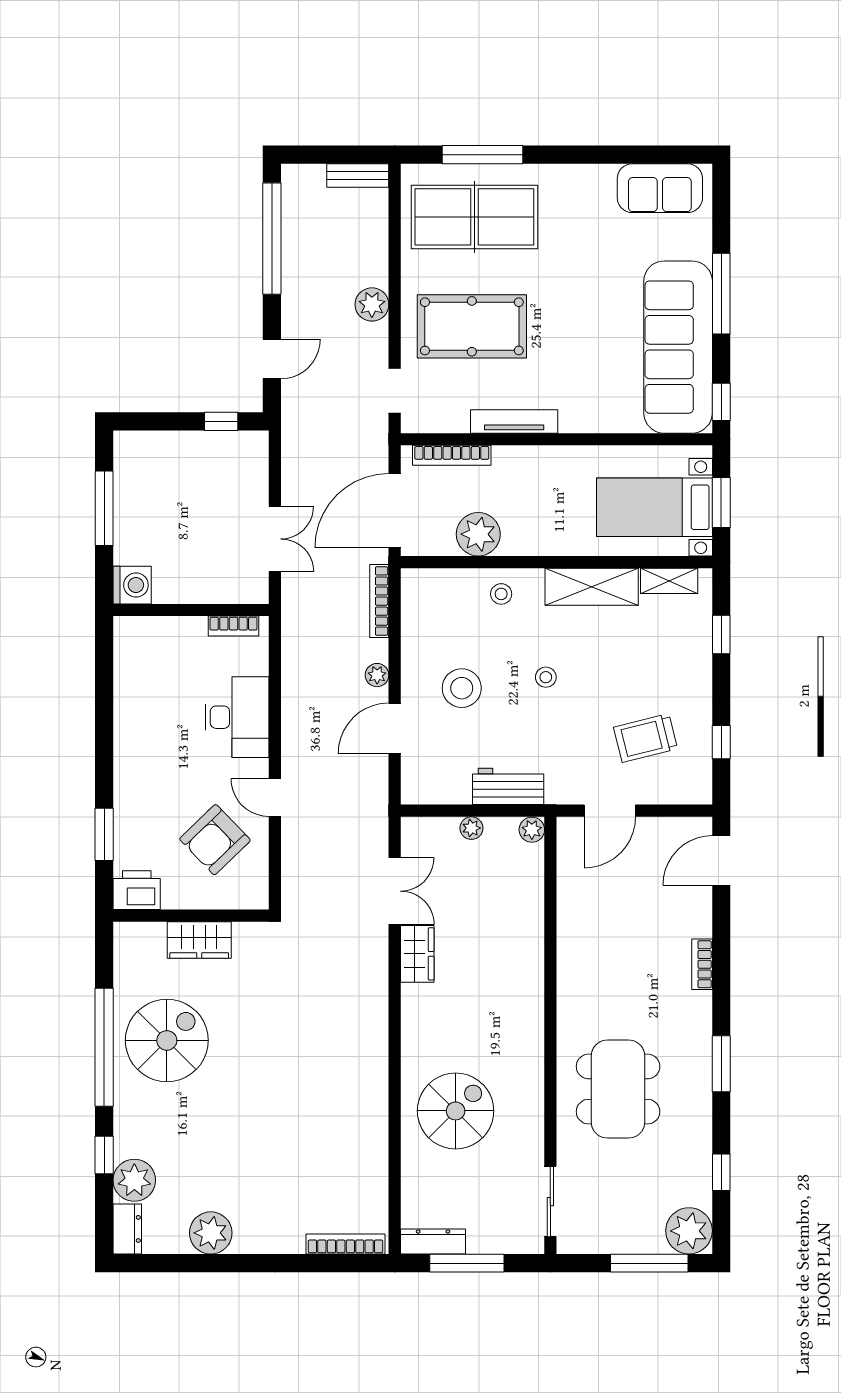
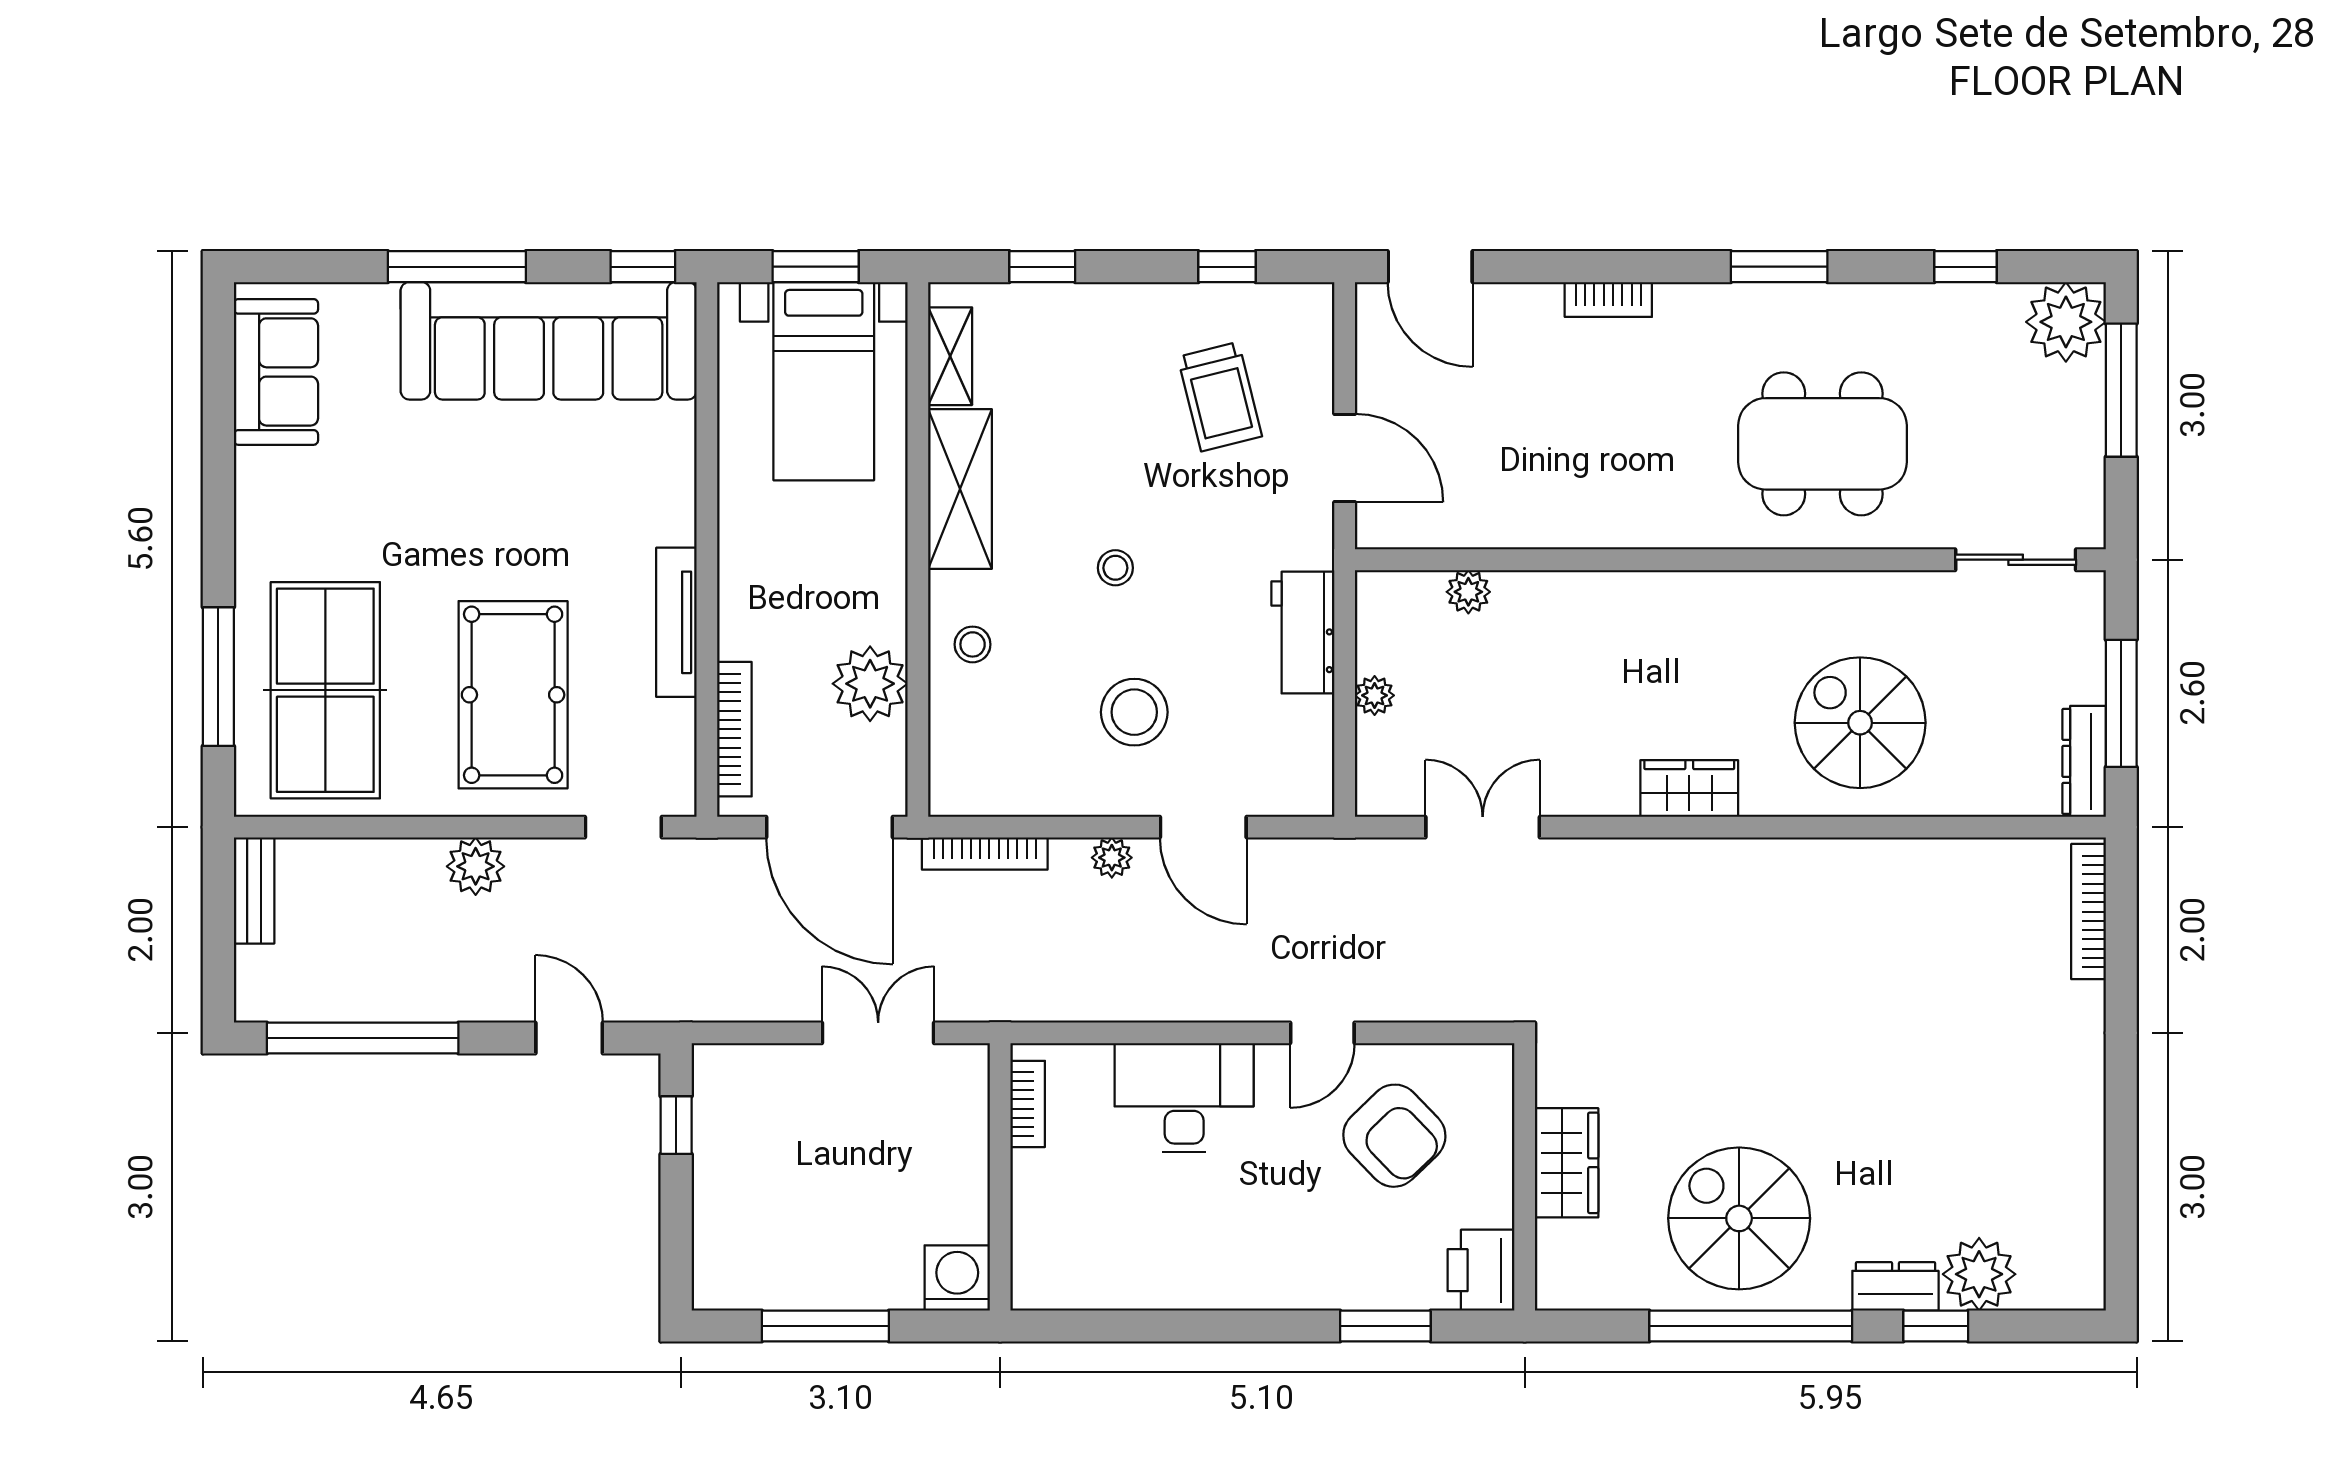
plant: (532, 830) -> (1468, 592), moved
wardrobe: (417, 954) -> (1689, 789), moved
dresser: (127, 1229) -> (1895, 1286), moved
plant: (211, 1233) -> (2069, 1143), removed

